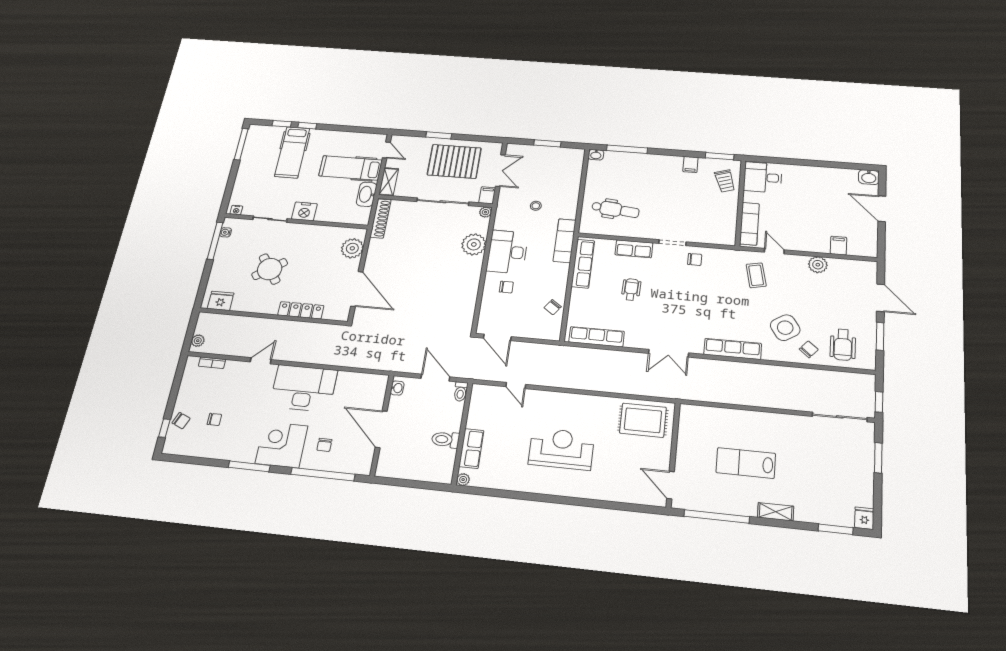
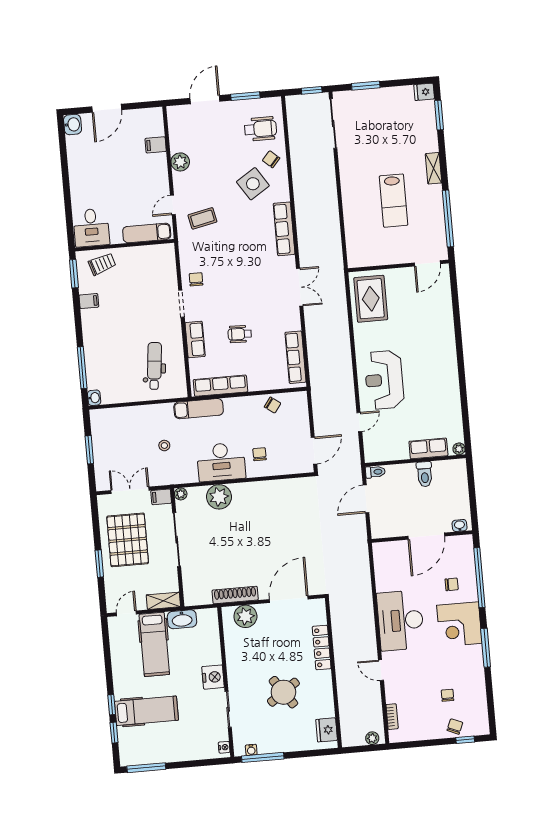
shoe rack: (380, 218) -> (235, 595), moved
washbasin: (397, 388) -> (460, 526), moved
reception desk: (561, 449) -> (384, 380), moved

